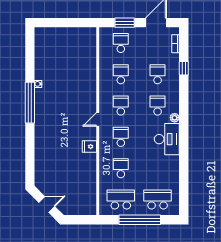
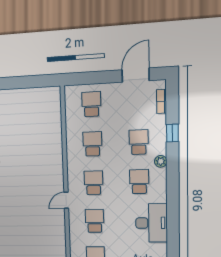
window: (125, 23) -> (95, 78), removed
plant: (175, 118) -> (161, 161), moved
fridge: (89, 147) -> (58, 233), removed

